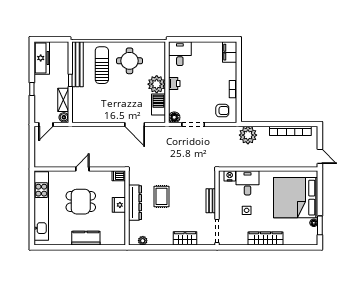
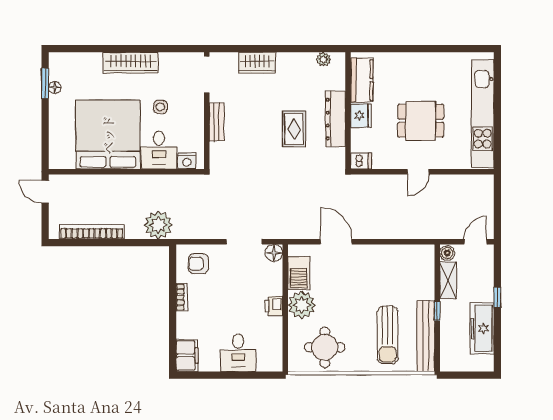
desk: (180, 54) -> (238, 353), moved
freezer: (42, 58) -> (482, 328), moved
round table: (130, 61) -> (325, 347), moved
bed: (296, 198) -> (108, 135), moved, turned -90
kitchen counter: (86, 238) -> (362, 80), moved, turned -90

